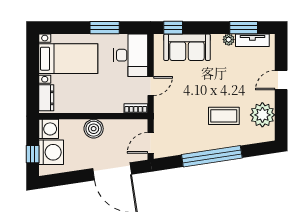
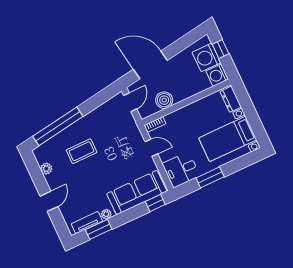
sofa: (187, 47) -> (137, 192), width x1.36
desk: (131, 55) -> (181, 170), width x0.73
door: (151, 86) -> (151, 148), swing flipped
plant: (262, 115) -> (46, 169), width x0.53, depth x0.53
boiler: (94, 129) -> (164, 100), moved
window: (212, 156) -> (58, 126), moved

